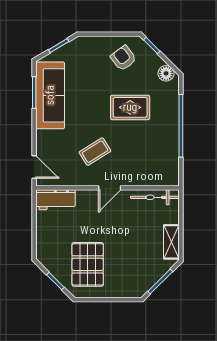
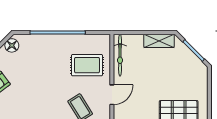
rug: (130, 107) -> (87, 65), moved, turned 90
door: (110, 188) -> (112, 95), hinge flipped

